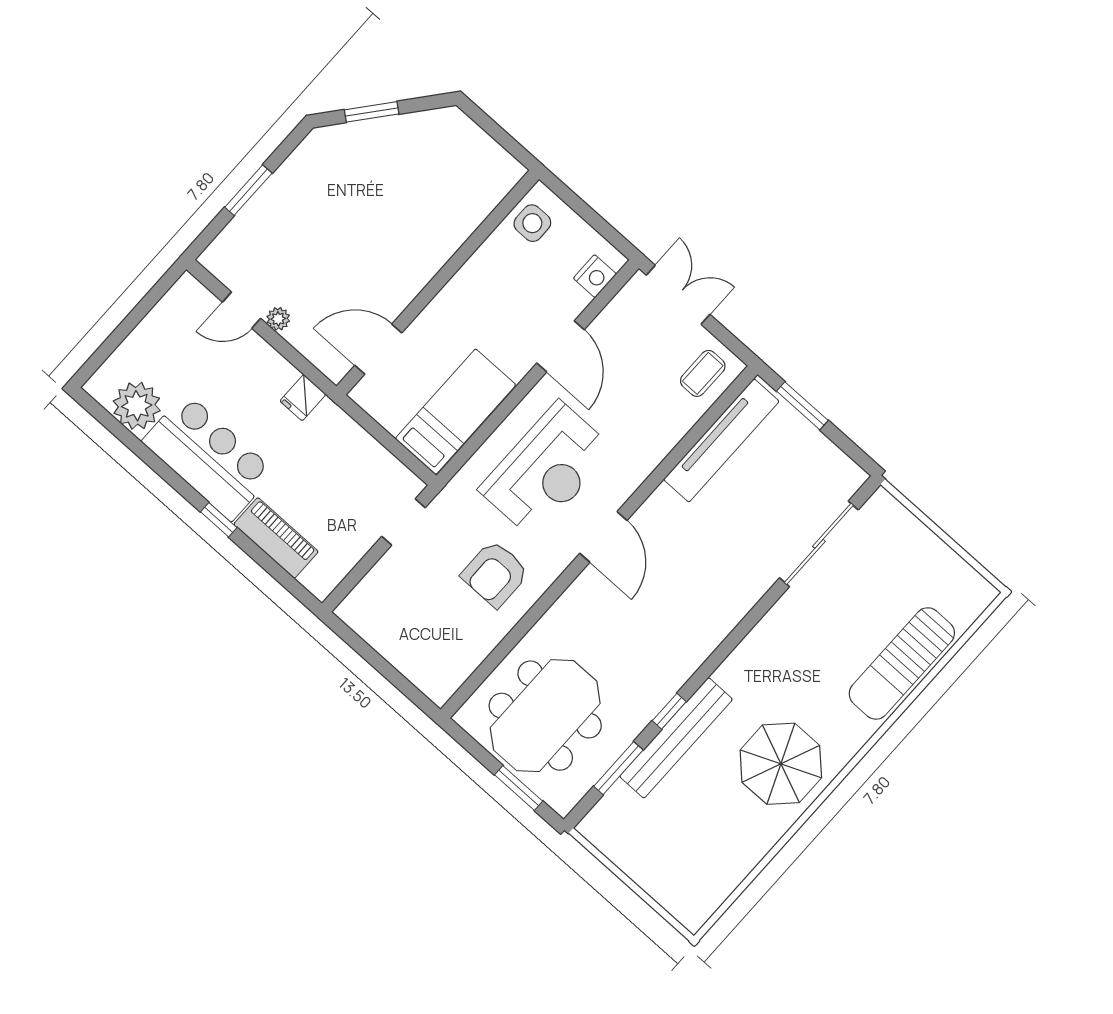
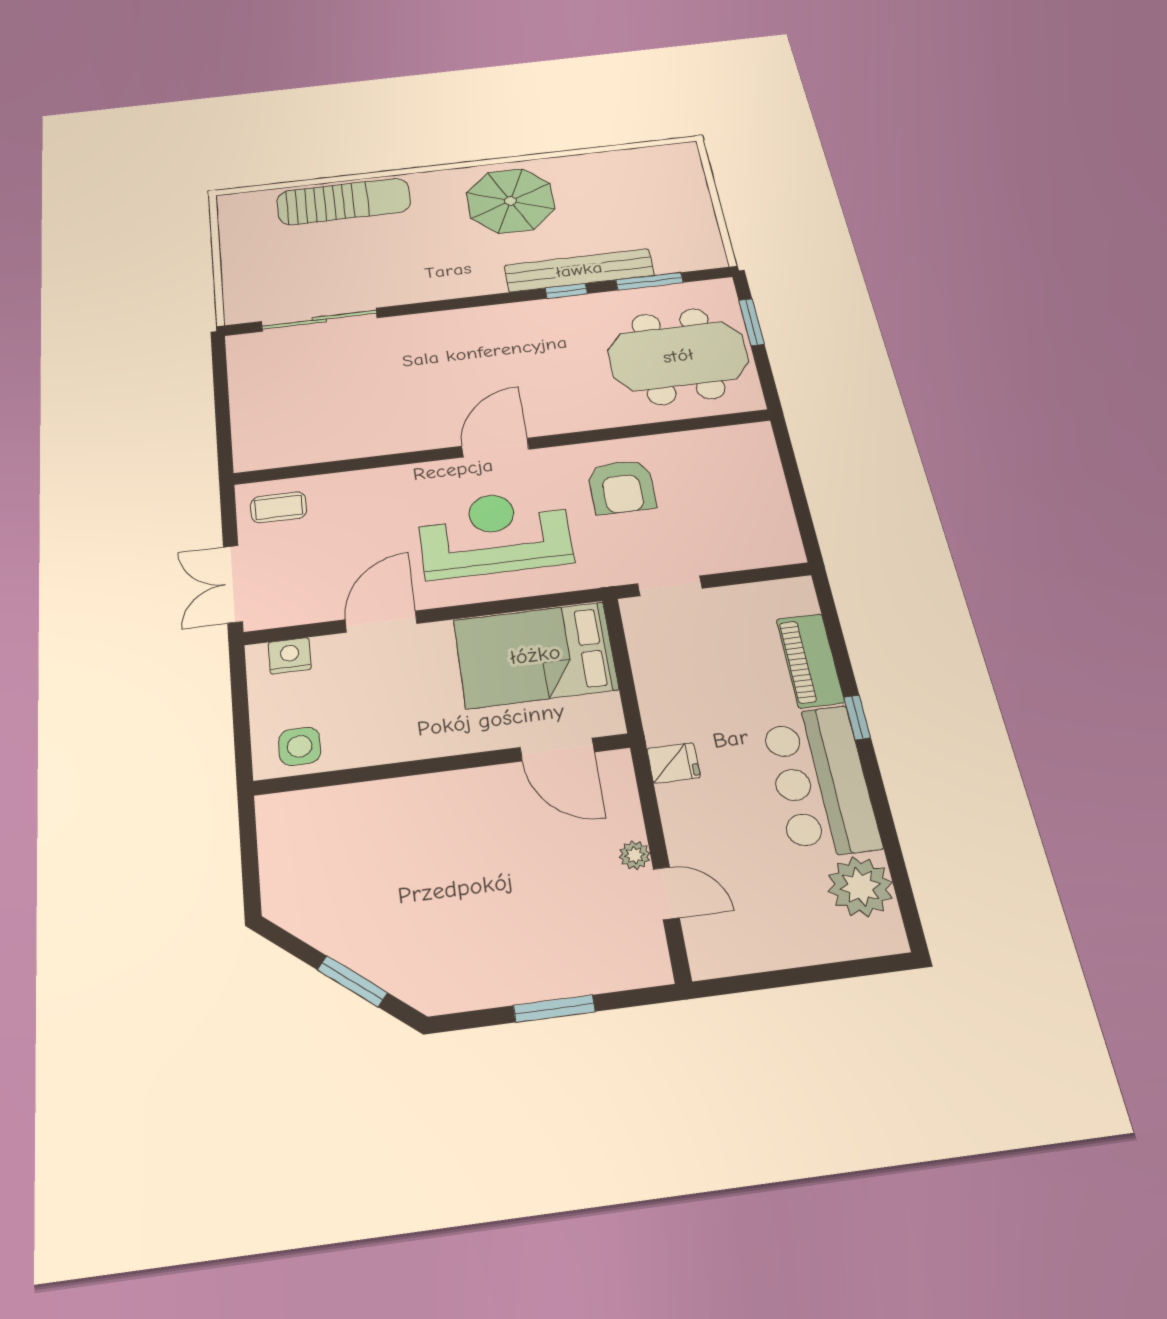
window: (802, 406) -> (223, 423), removed
bed: (456, 412) -> (535, 655), width x1.50
tv unit: (721, 440) -> (318, 447), removed
armchair: (495, 574) -> (621, 487), turned 90

